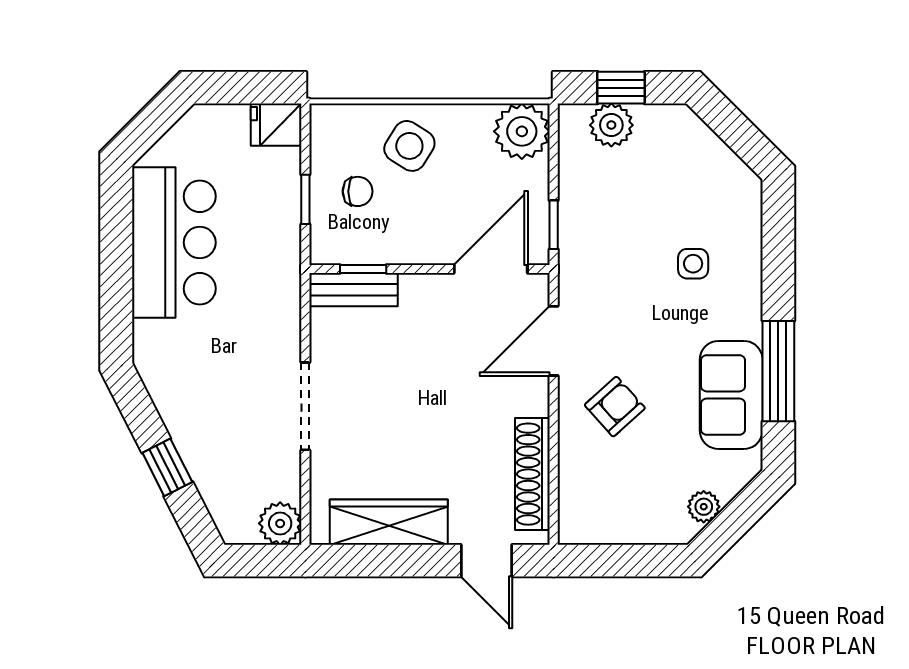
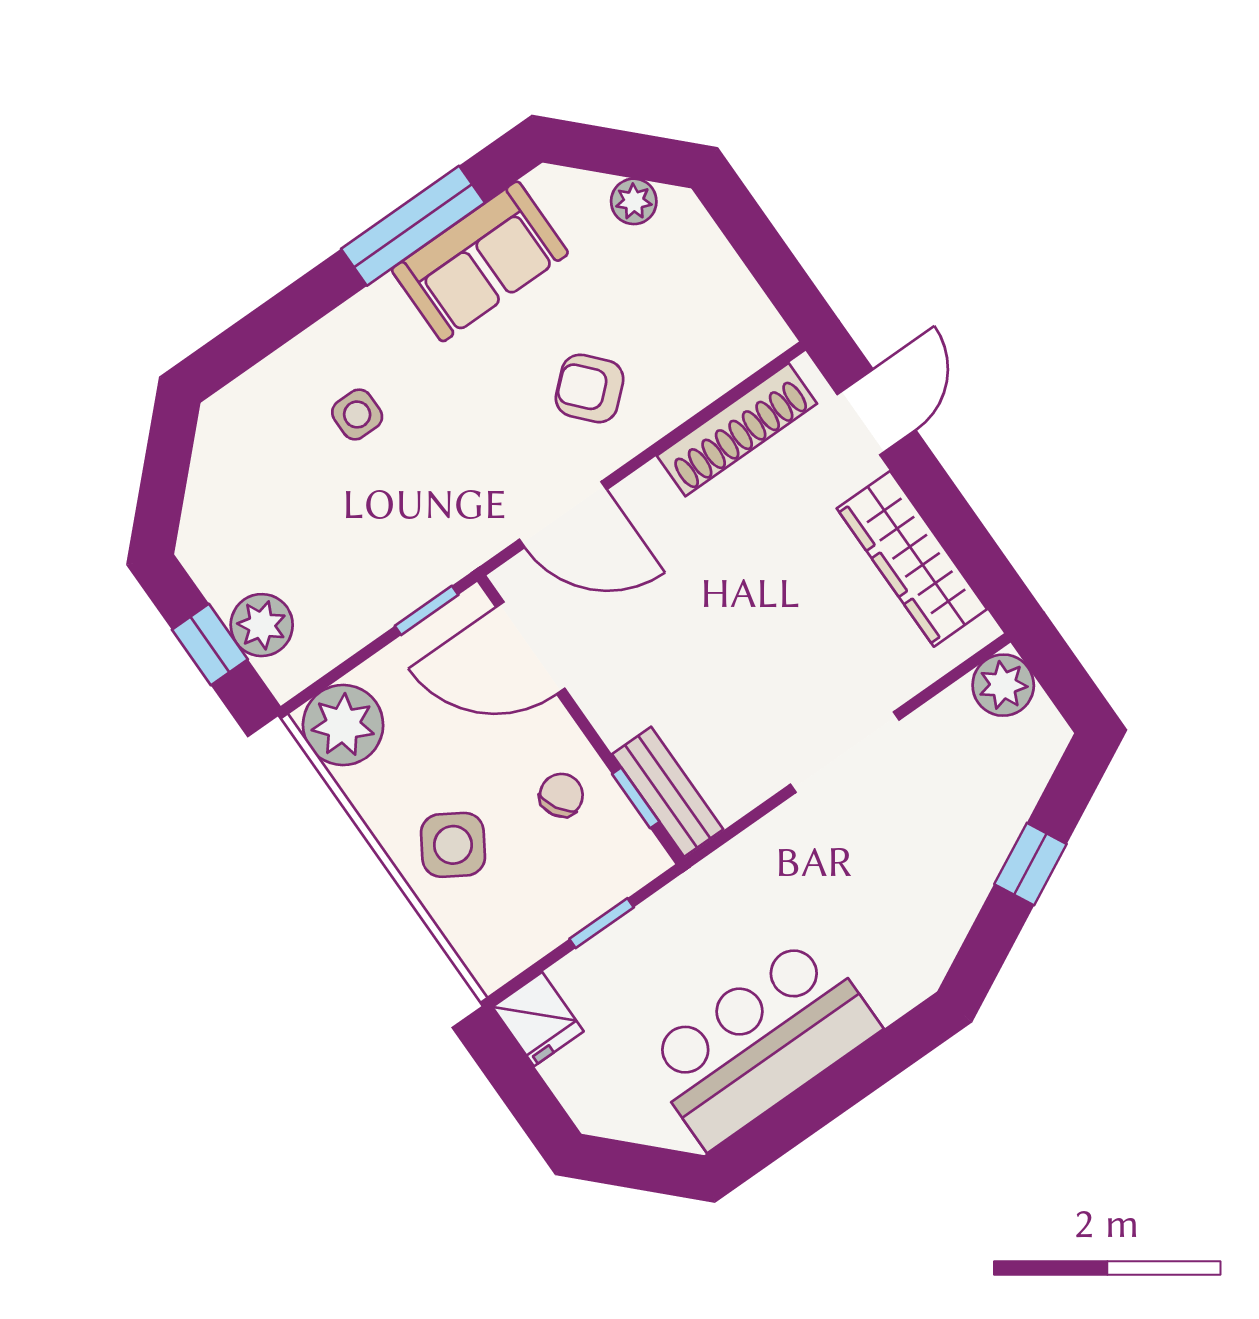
chair: (358, 191) -> (561, 795), moved, turned 60

